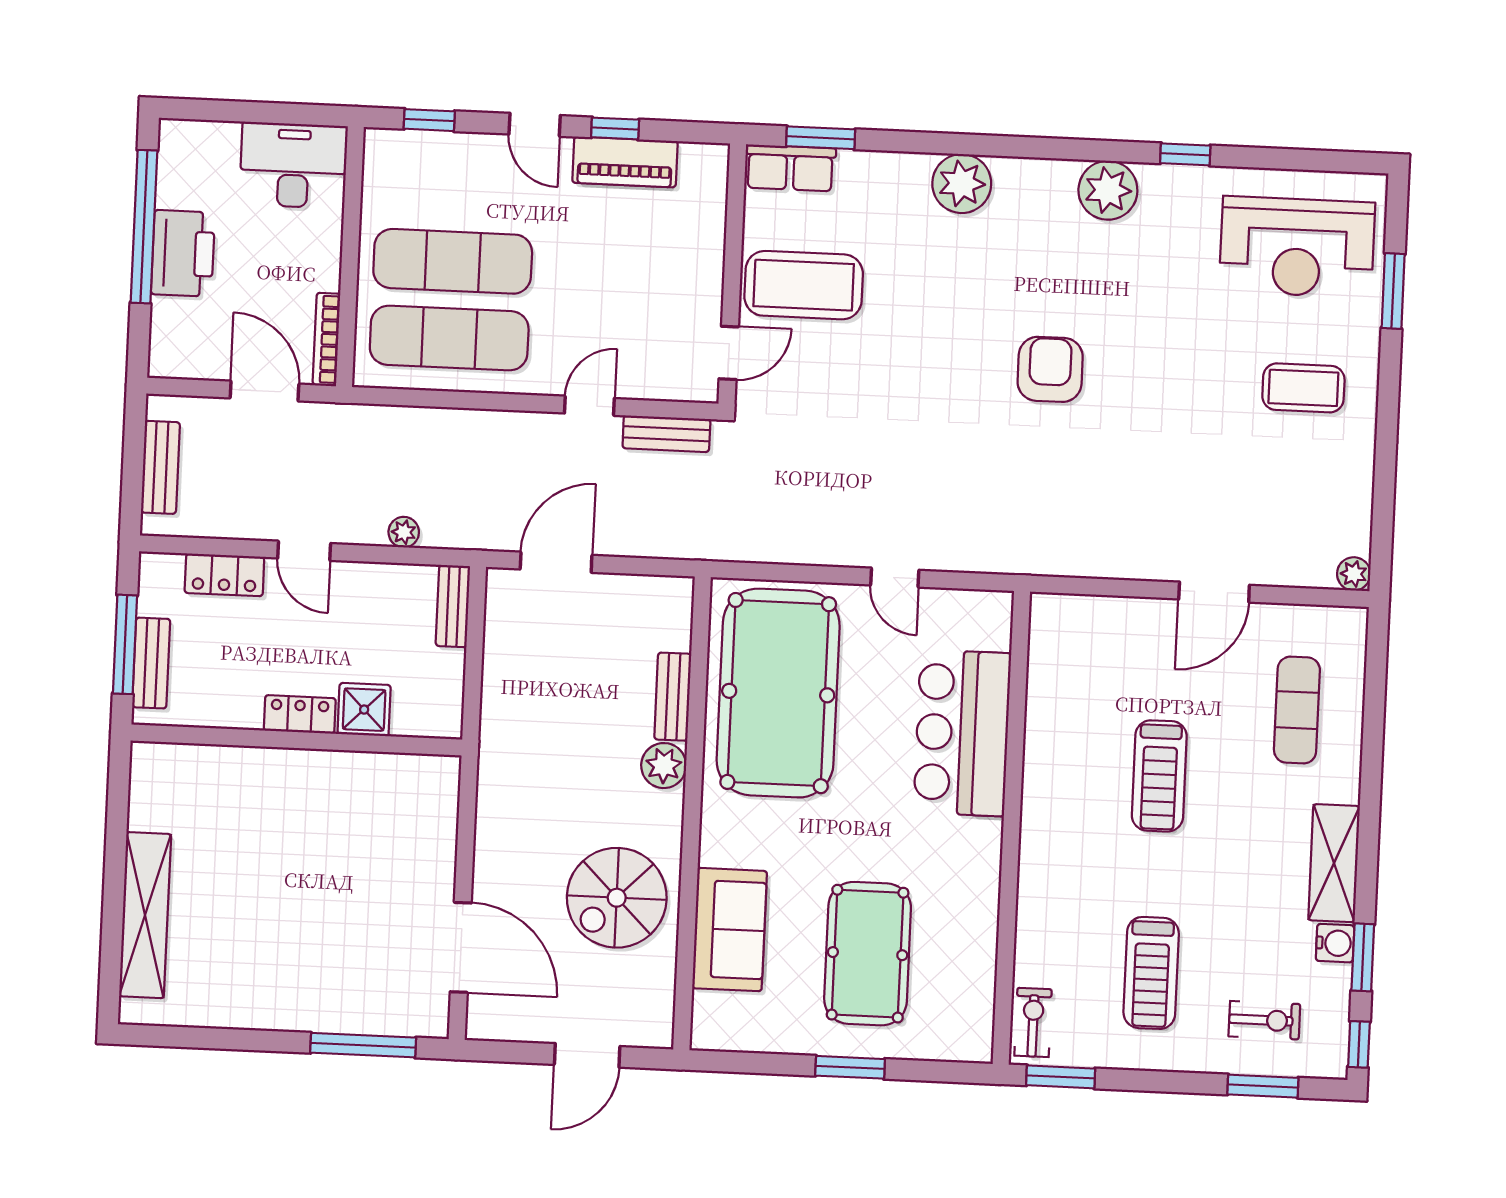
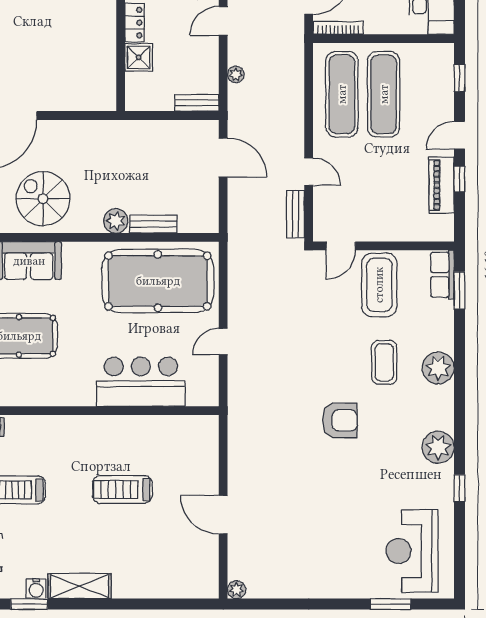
door: (729, 353) -> (341, 246), hinge flipped
coffee table: (1303, 388) -> (384, 362), moved
exercise mat: (1297, 710) -> (161, 562), removed

